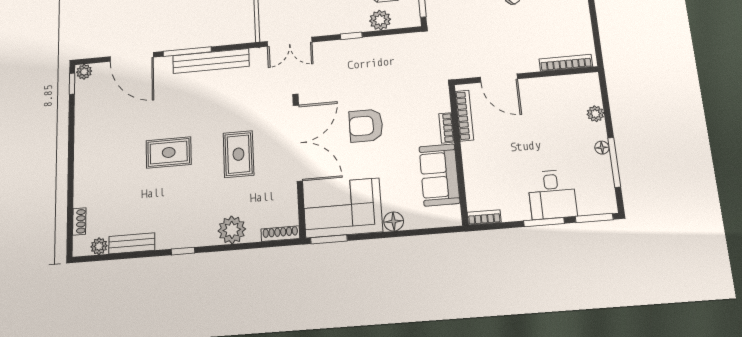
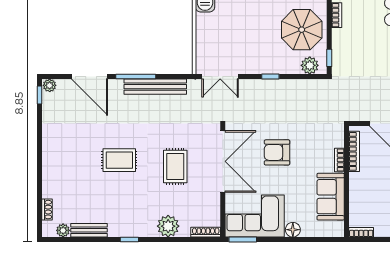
plant: (380, 20) -> (310, 65), moved

